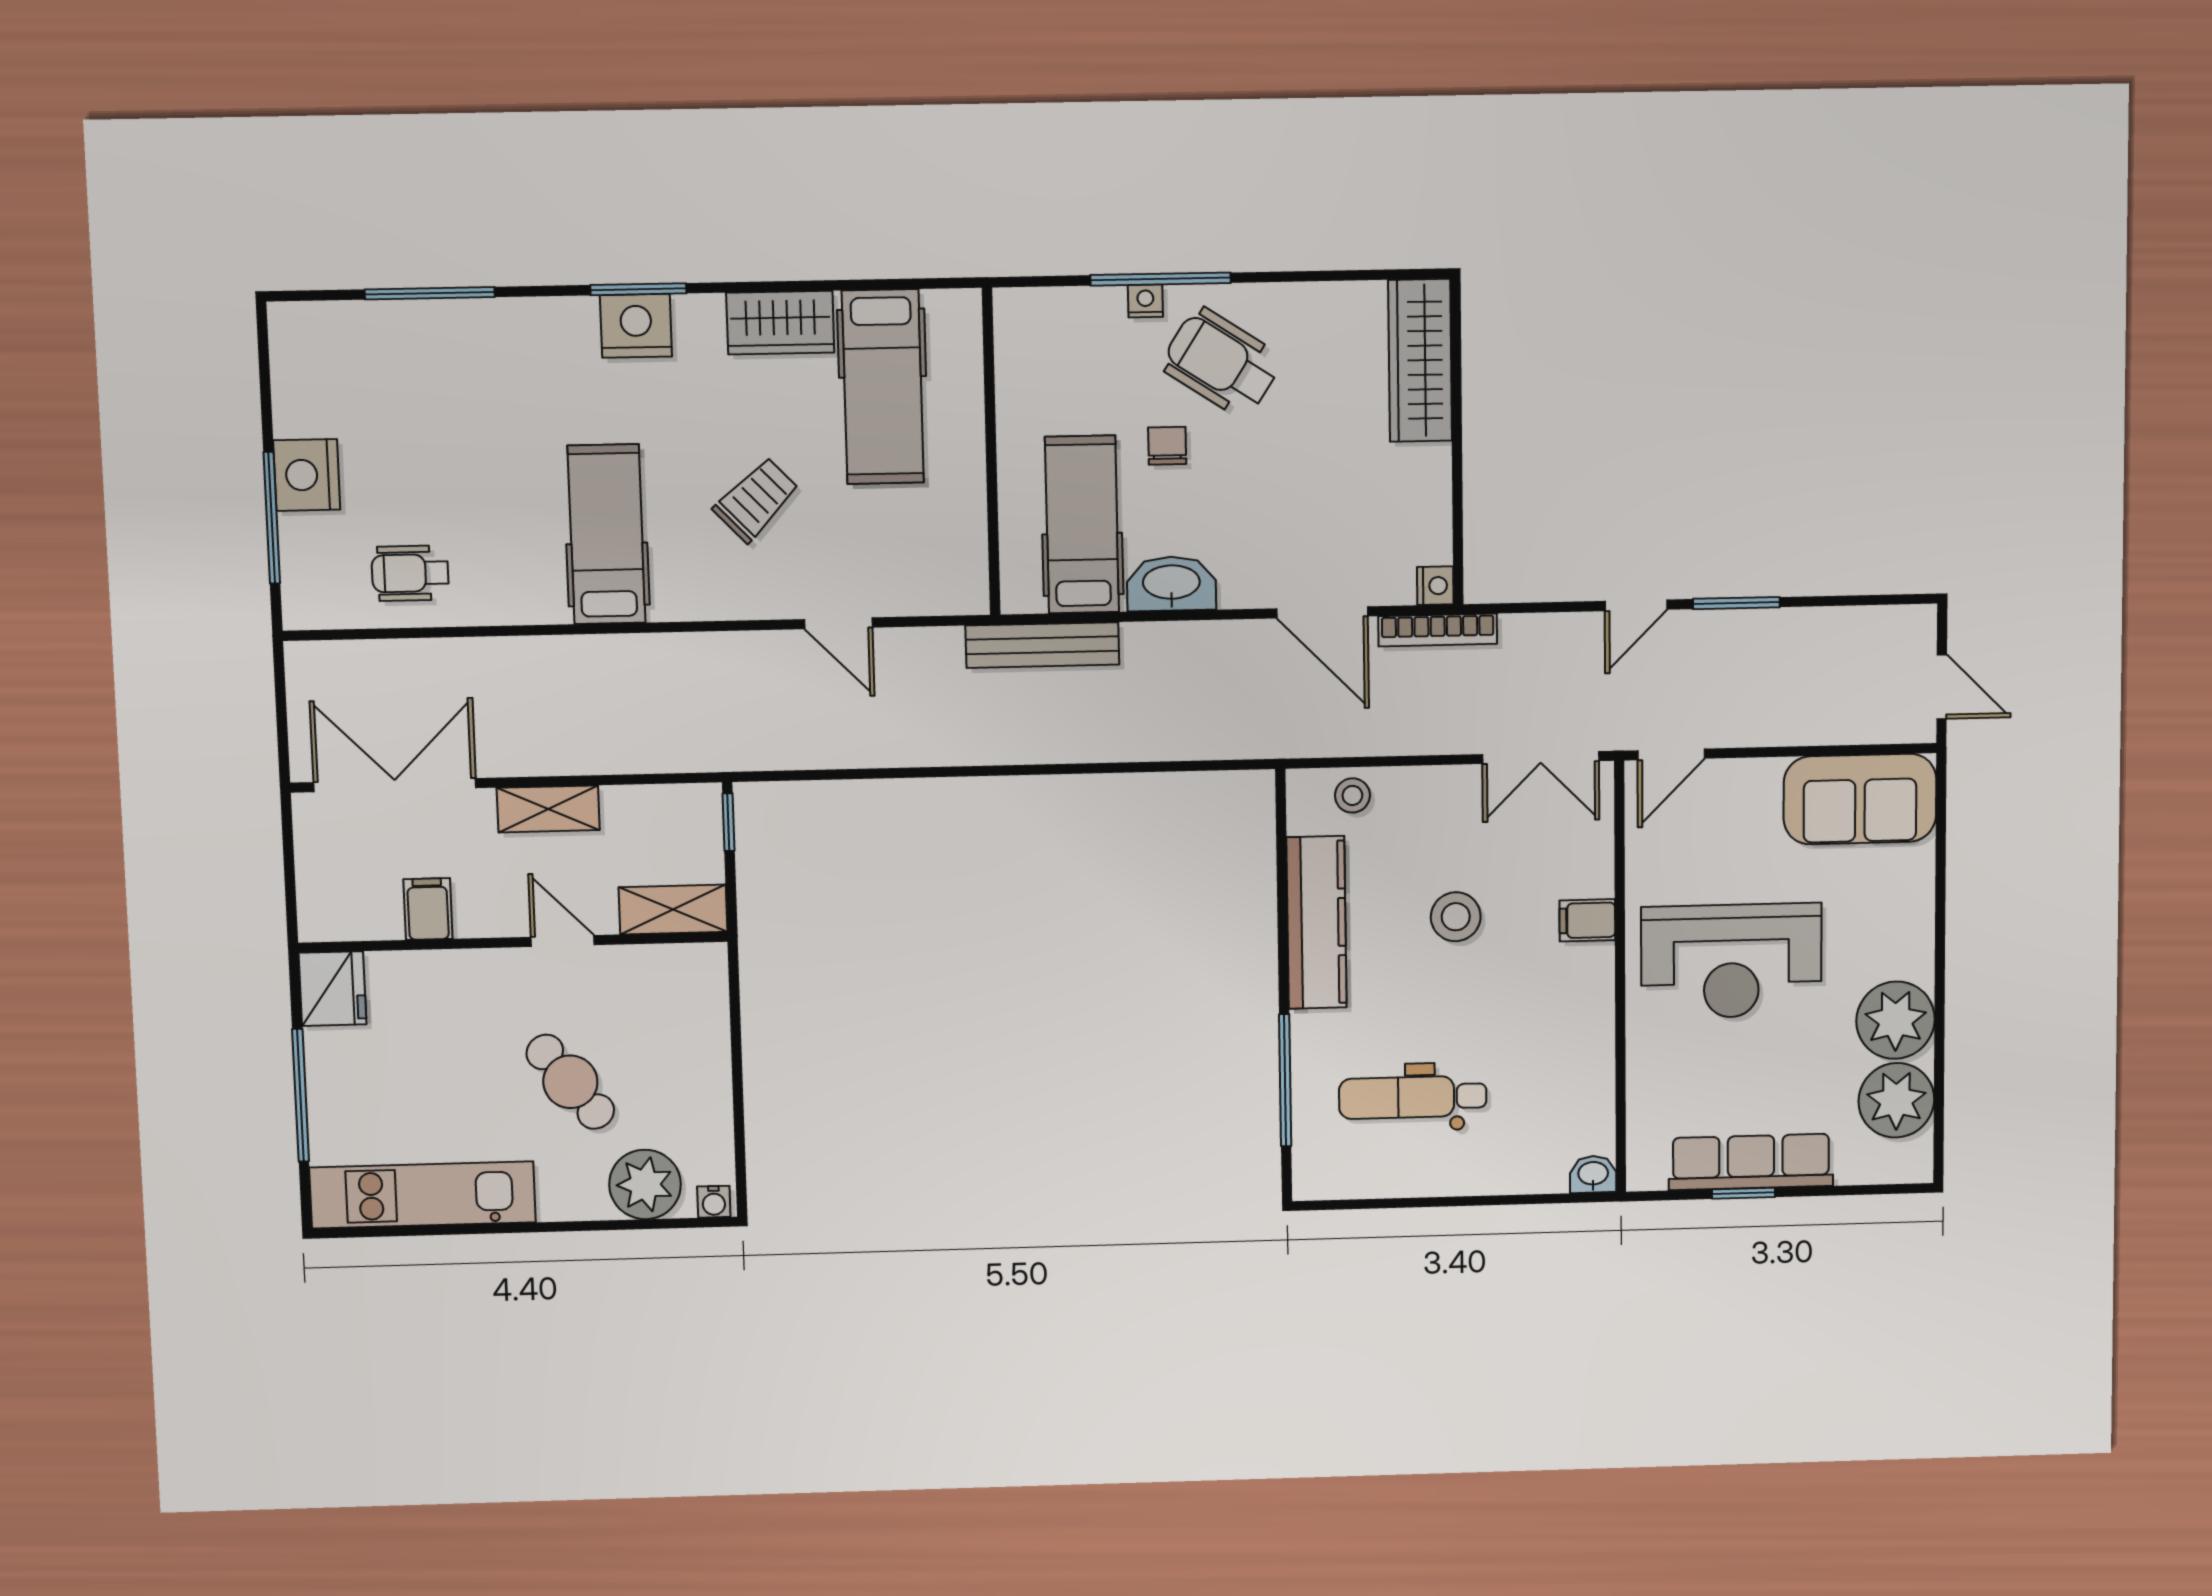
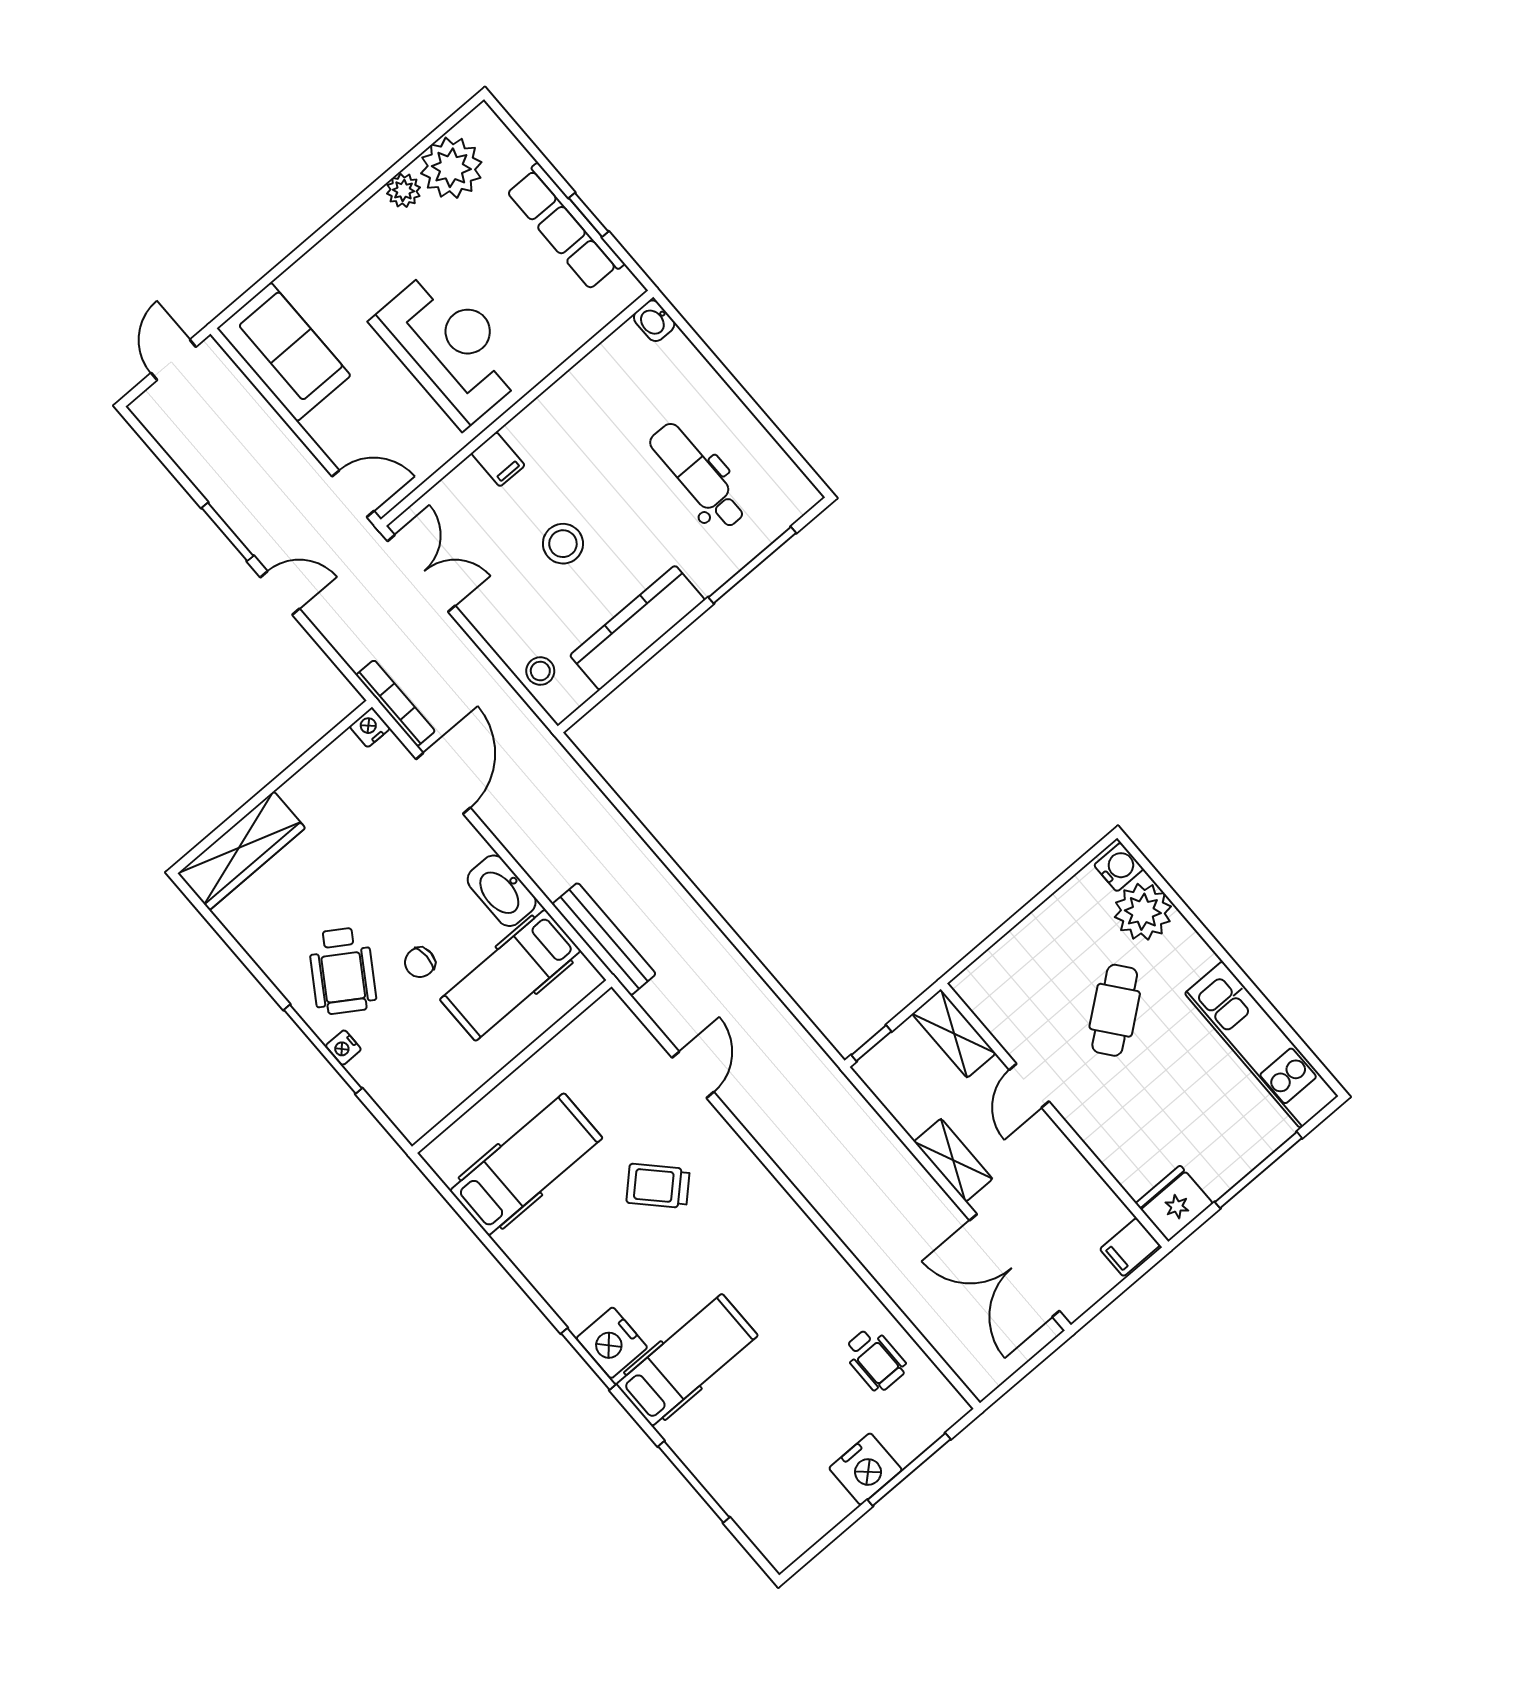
wardrobe: (780, 323) -> (538, 1258), removed
hospital bed: (607, 534) -> (687, 1360), moved, turned 180
filing cabinet: (428, 909) -> (1130, 1247), moved
plant: (1896, 1020) -> (403, 190), width x0.53, depth x0.53
dental chair: (1413, 1097) -> (698, 476), turned 180
water cooler: (714, 1202) -> (1119, 867), width x1.38, depth x1.38

